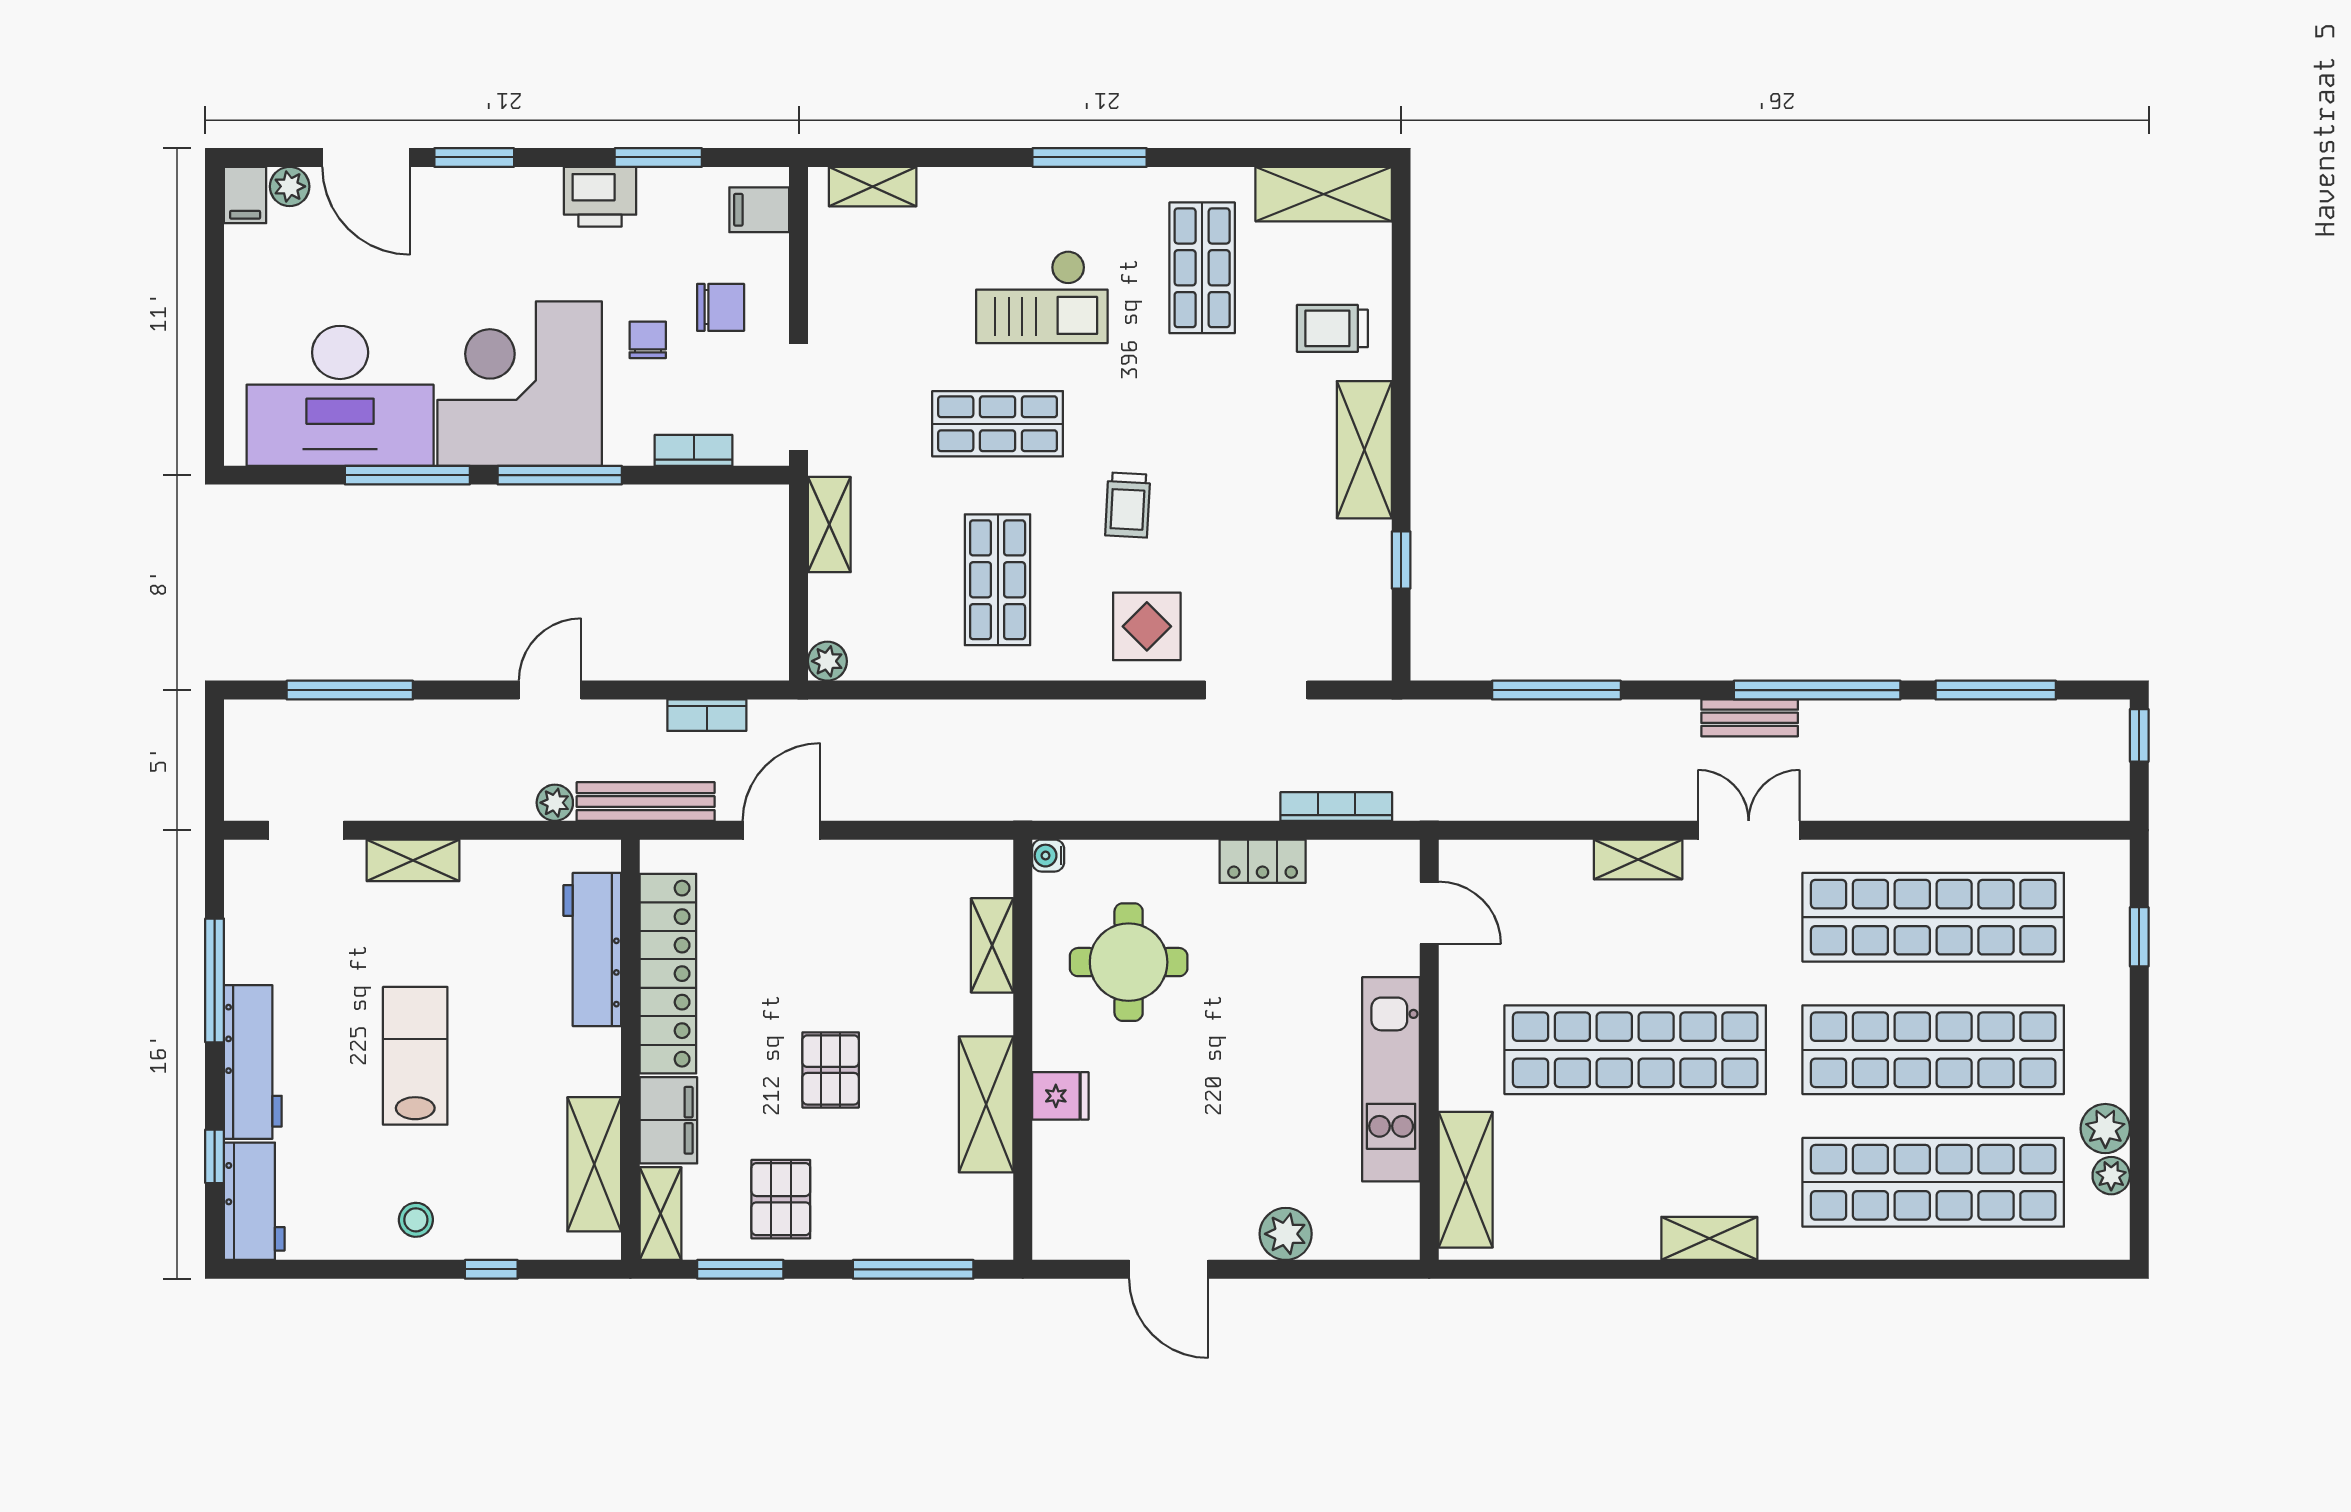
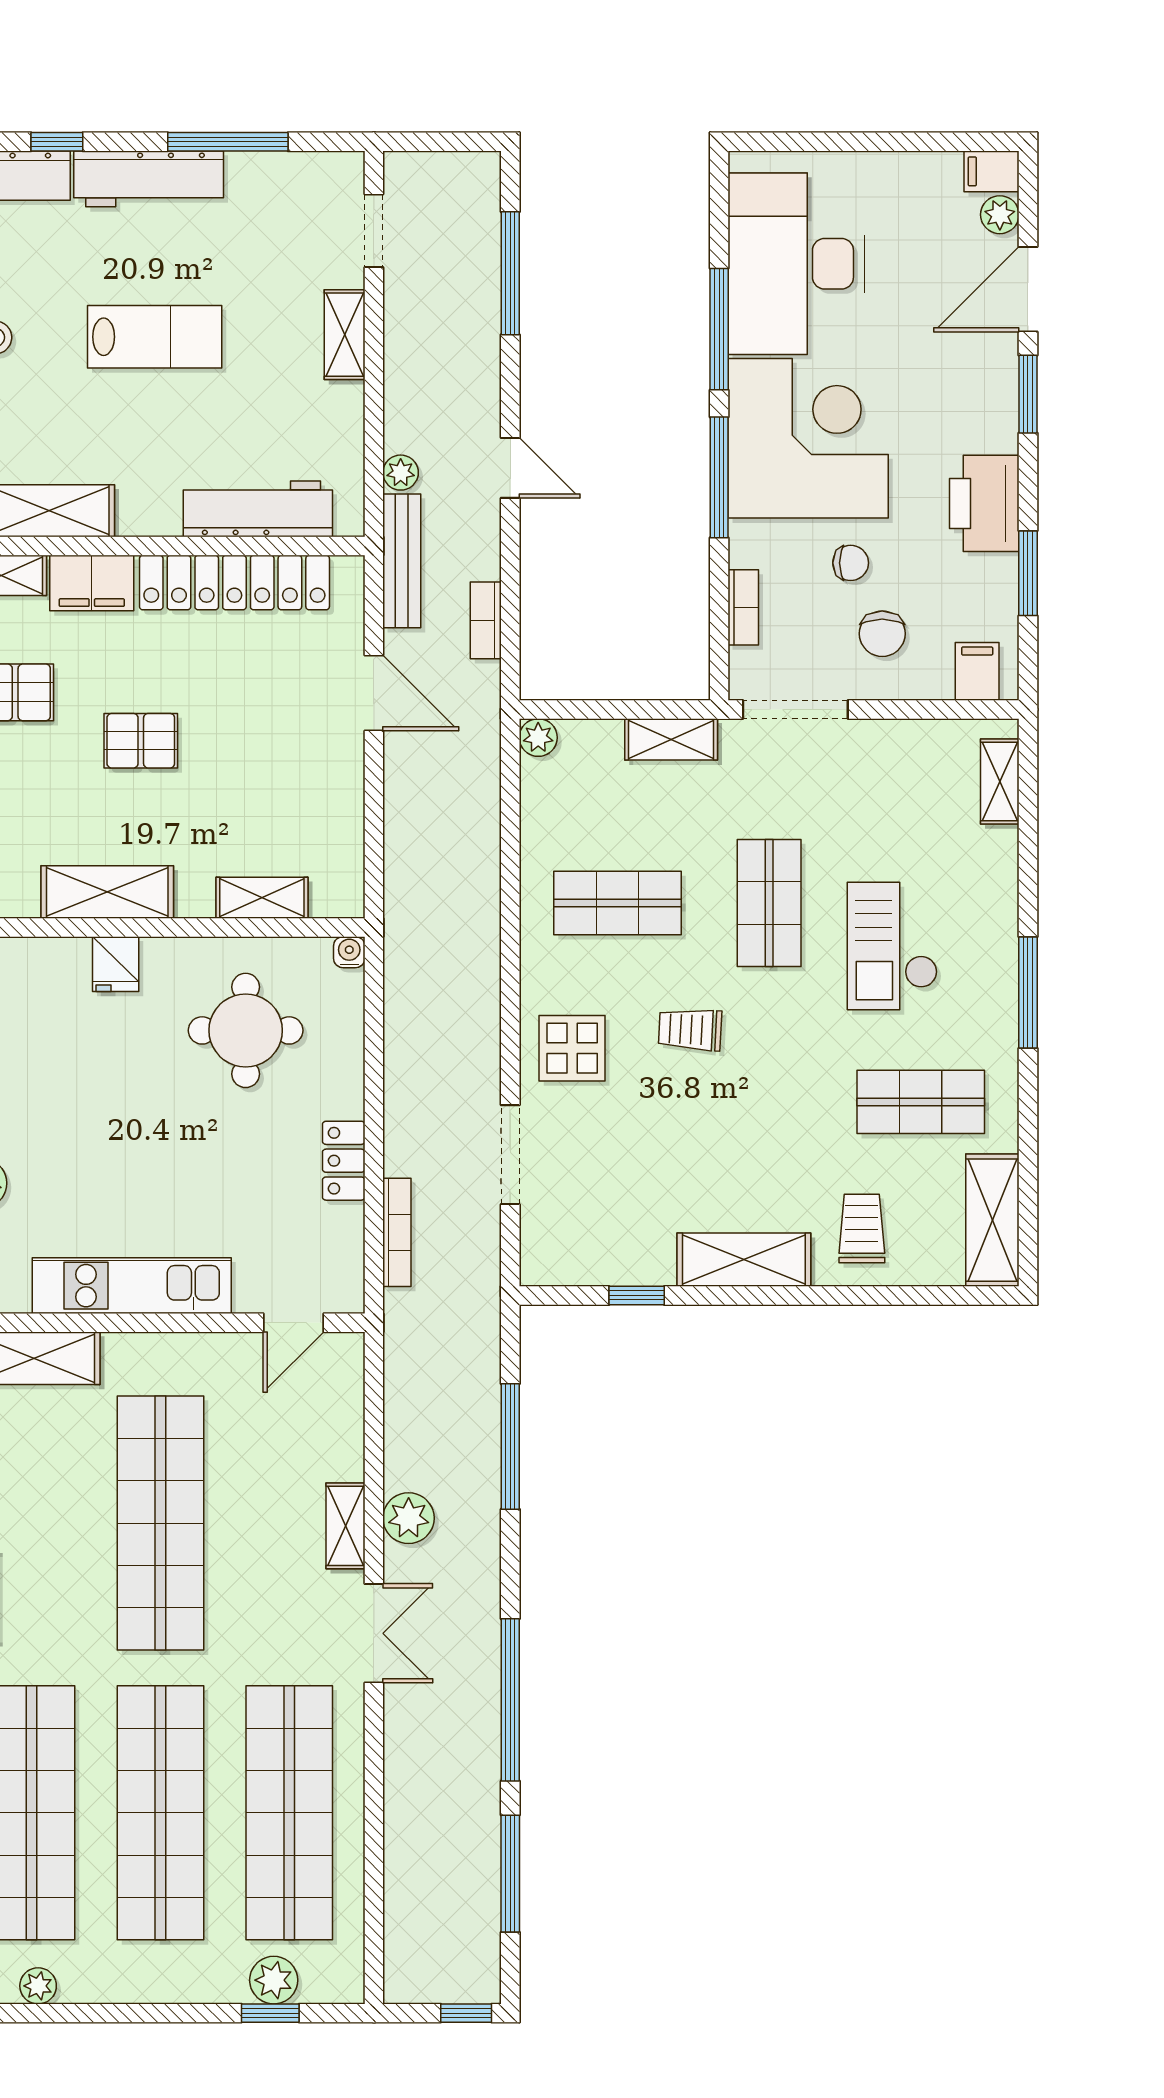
printer: (600, 197) -> (984, 503), width x1.37, depth x1.19
bench: (1750, 718) -> (483, 1634), removed
plant: (1630, 795) -> (409, 1518), added
plant: (2105, 1129) -> (274, 1980), moved

